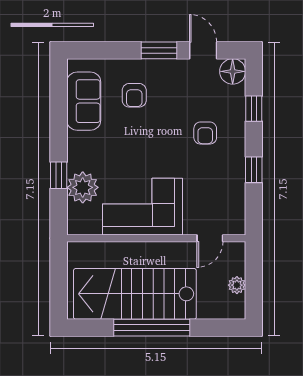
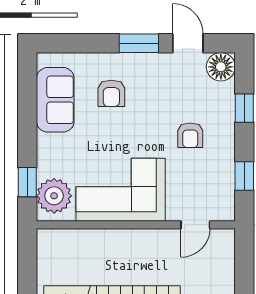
corner sofa: (143, 207) -> (121, 190), moved
wall: (156, 238) -> (136, 225), moved
door: (210, 238) -> (195, 225), moved

